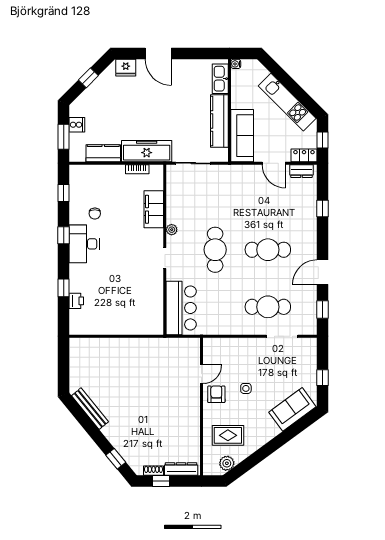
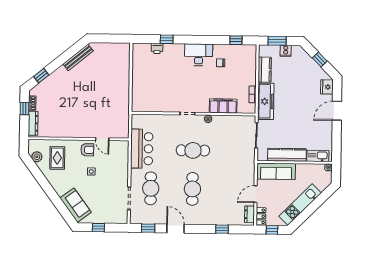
window: (64, 235) -> (205, 40), removed
bar counter: (181, 308) -> (142, 149), moved, turned -90

